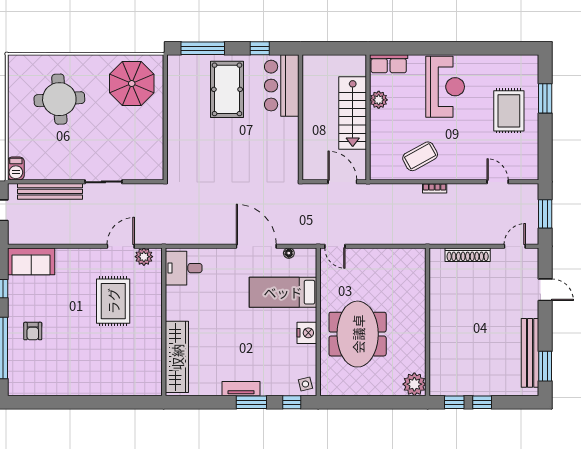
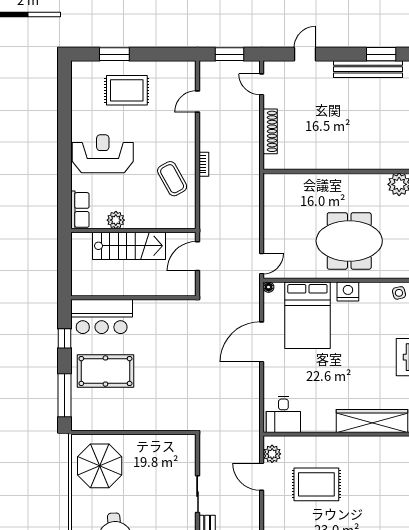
floor lamp: (289, 253) -> (269, 287), moved
bed: (283, 292) -> (307, 315), width x1.50

